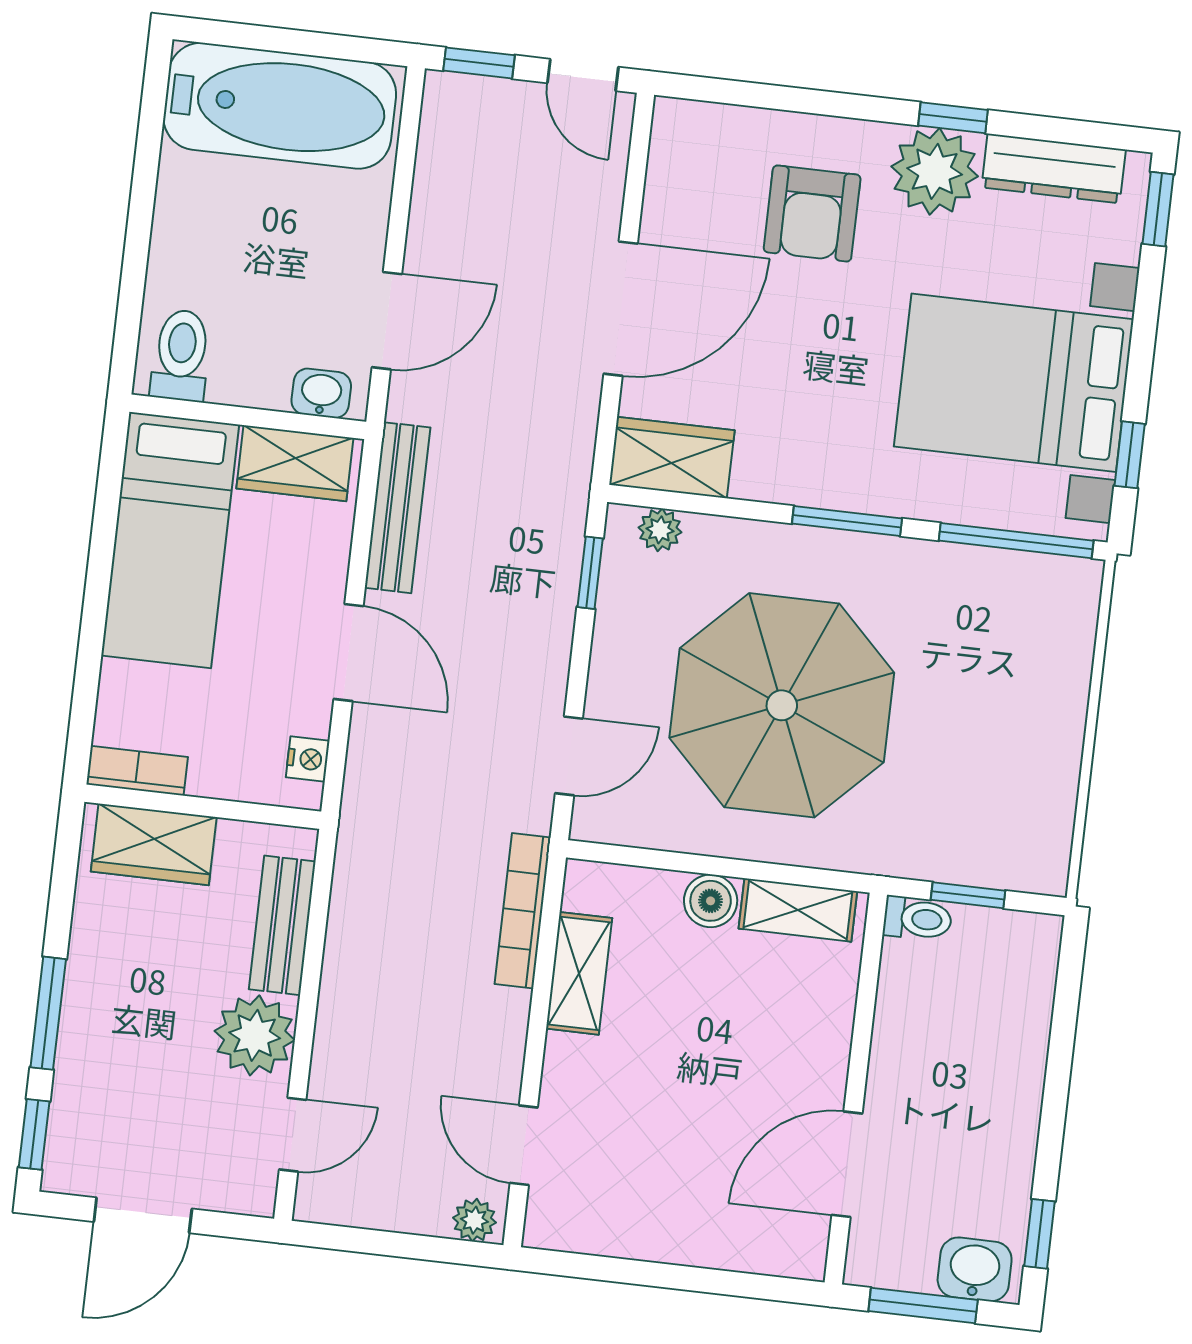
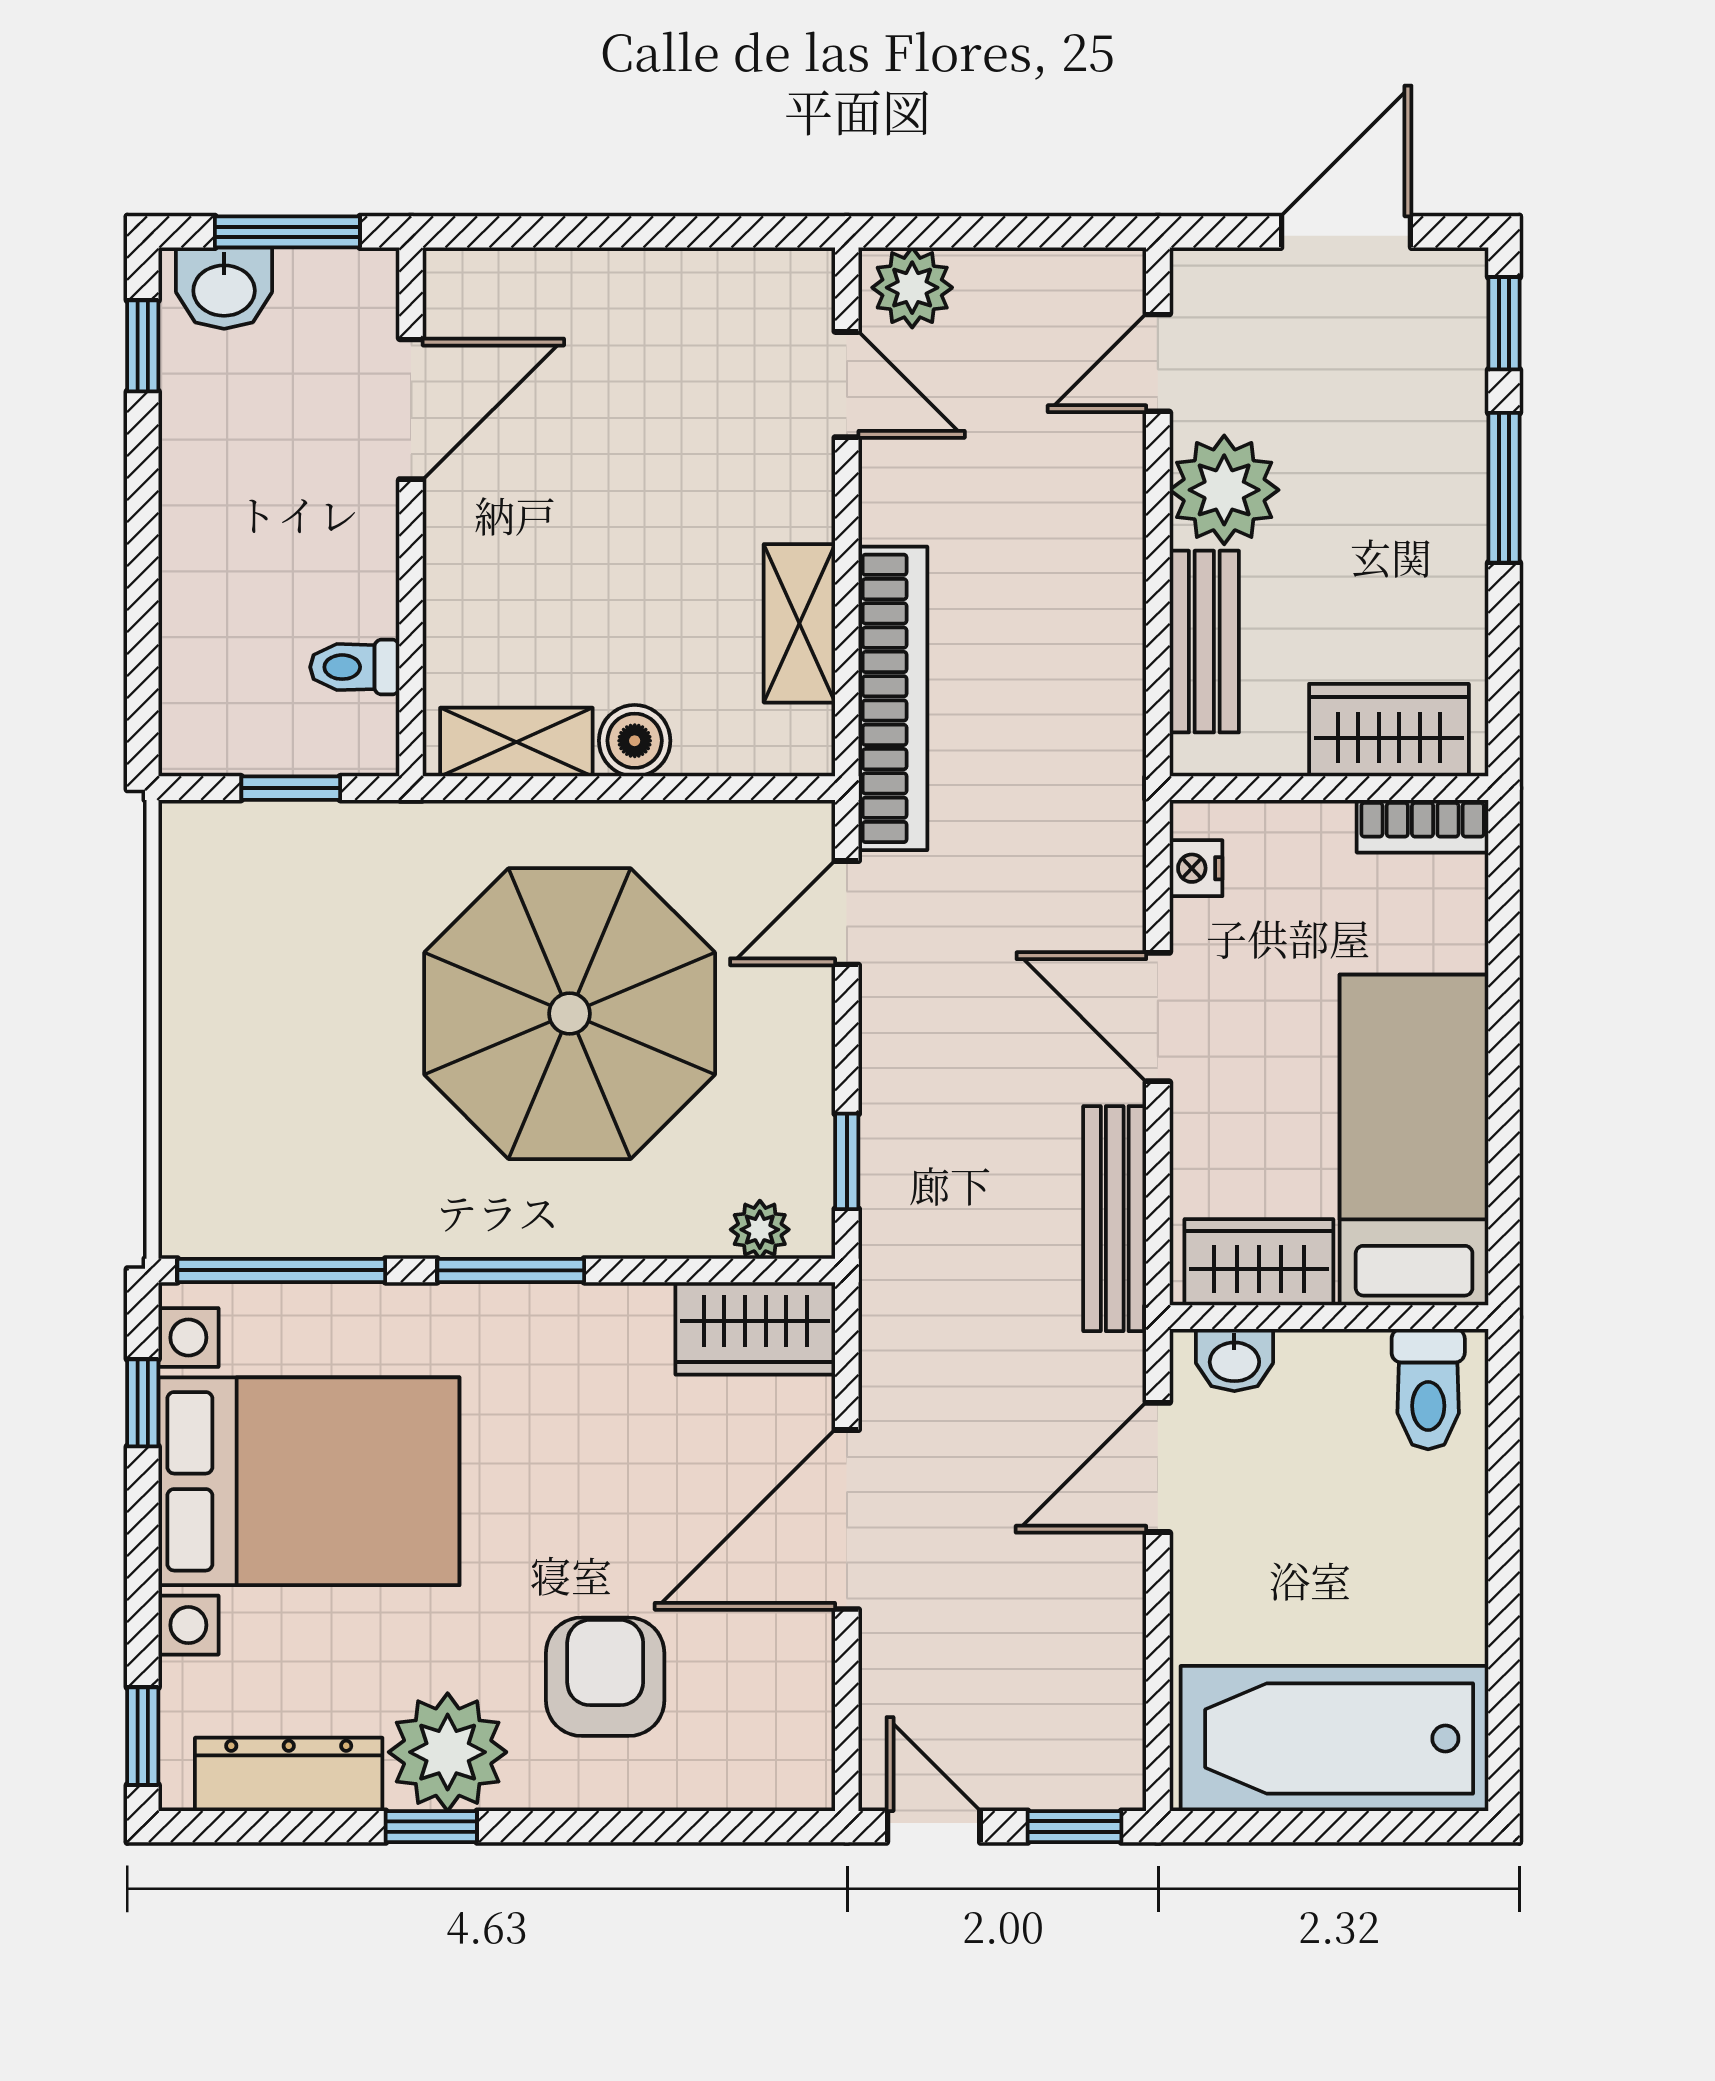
bookcase: (523, 911) -> (893, 698), width x1.48, depth x1.31
toilet: (918, 919) -> (355, 667), moved
plant: (474, 1220) -> (912, 288), width x1.38, depth x1.38

